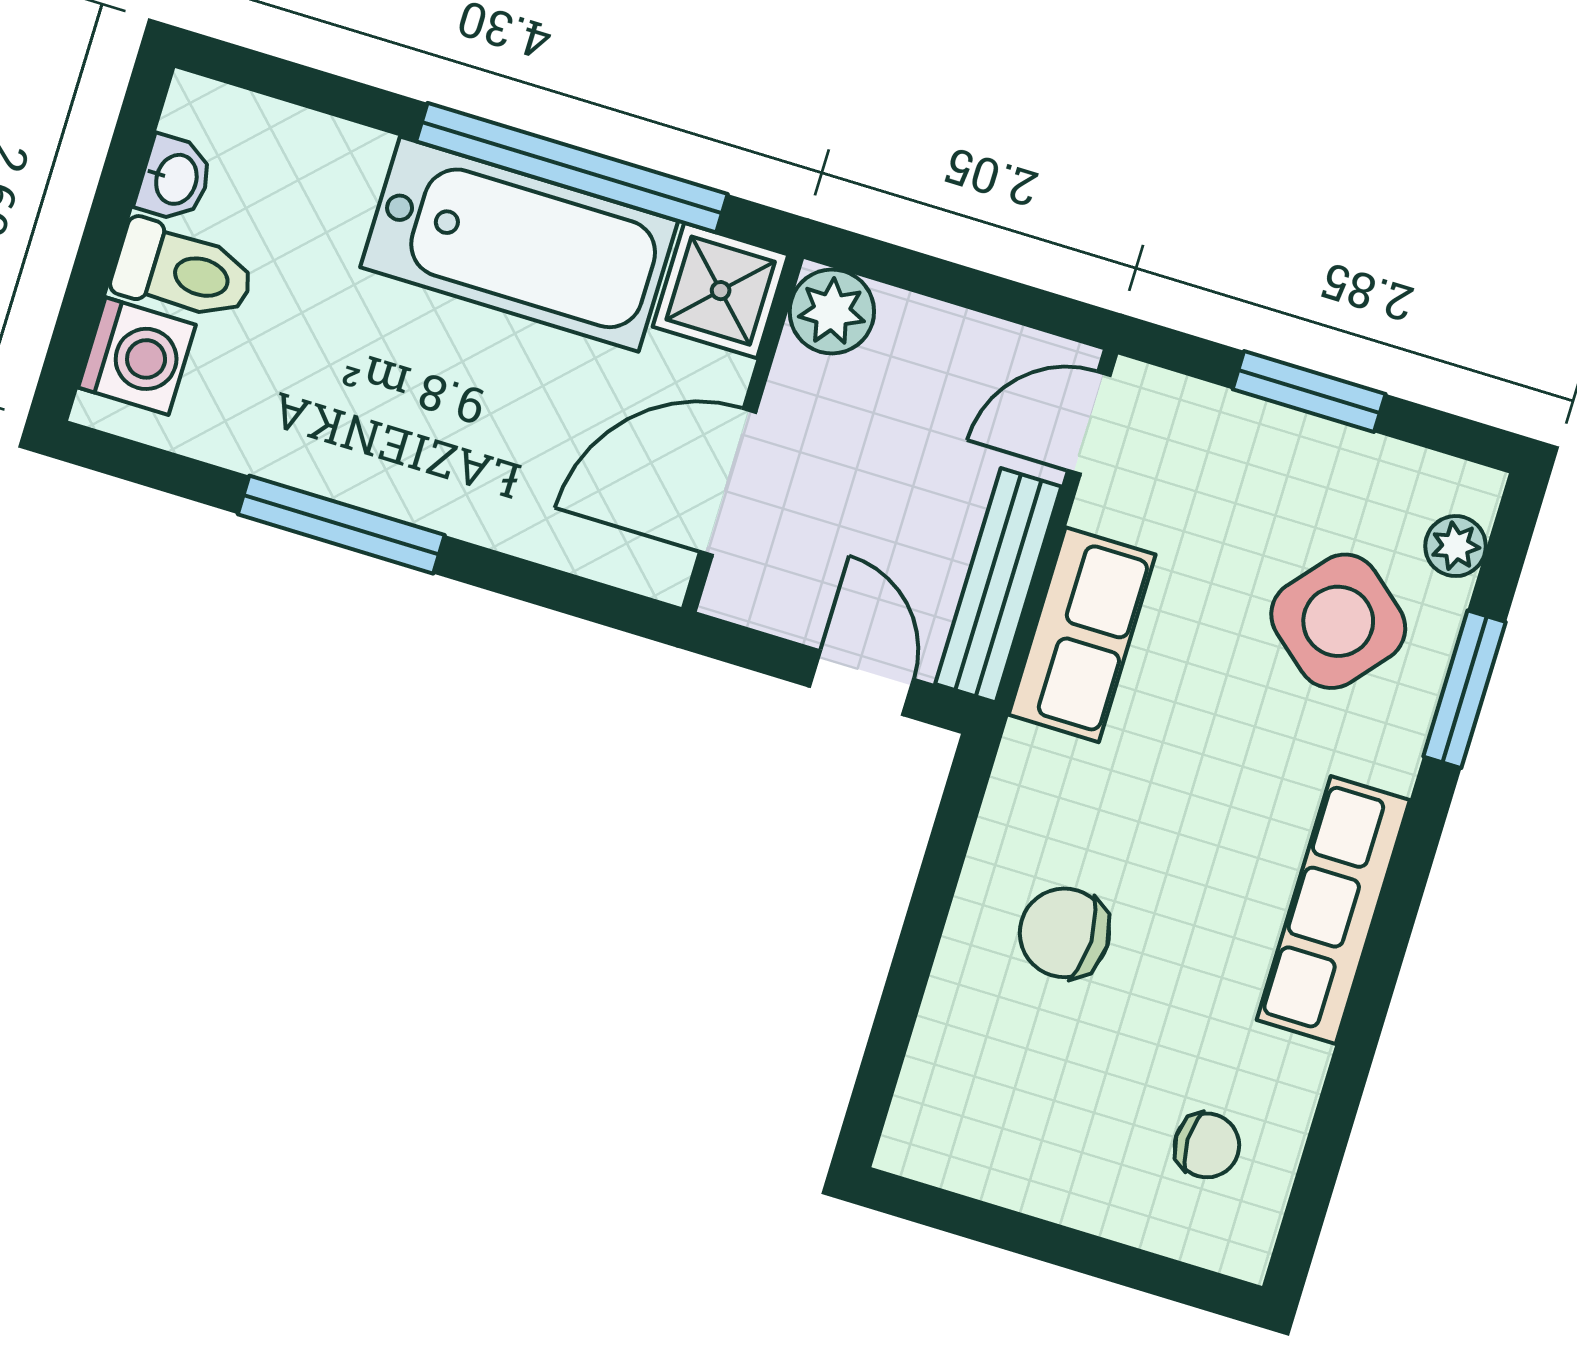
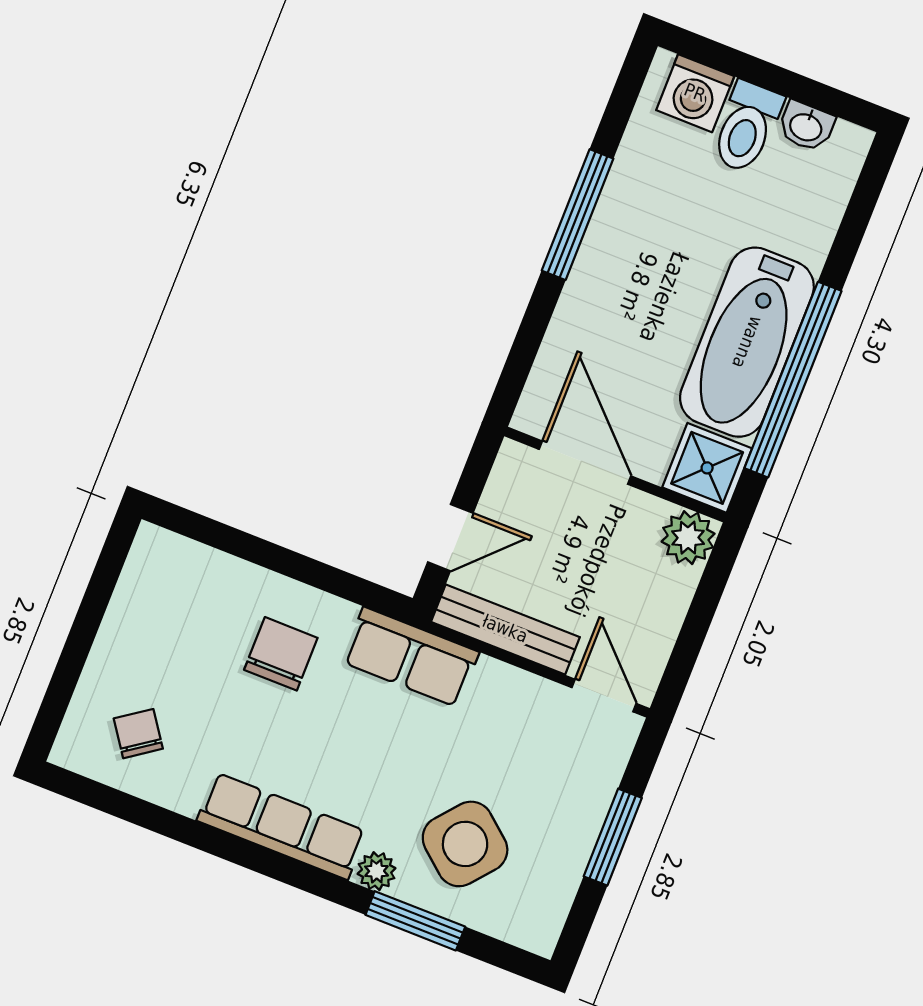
plant: (1455, 546) -> (377, 871), moved
row of seats: (1082, 635) -> (410, 657), moved
chair: (1207, 1145) -> (138, 734), turned 145

